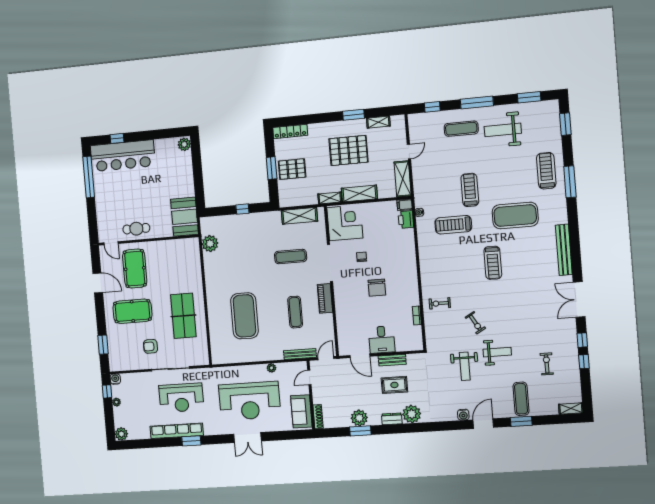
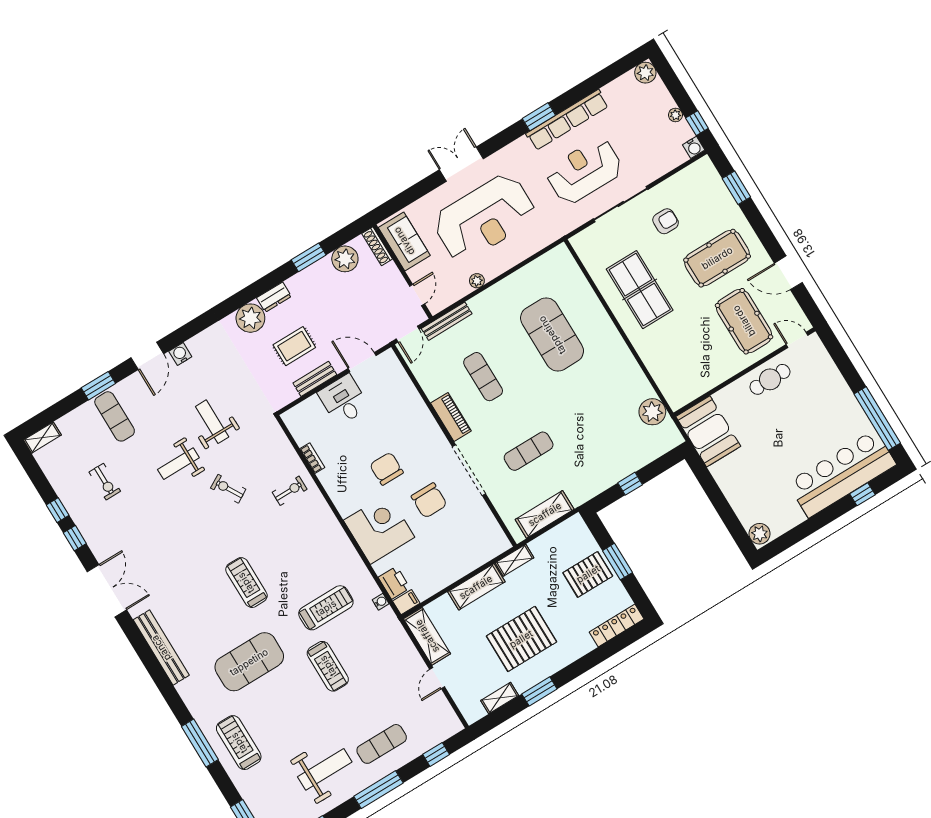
treadmill: (546, 171) -> (239, 743), turned 180
corner desk: (345, 223) -> (379, 529), moved, turned 180
chair: (362, 257) -> (429, 500), width x1.87, depth x1.87
reception desk: (250, 401) -> (484, 218), turned 180
plant: (359, 418) -> (345, 259), moved

